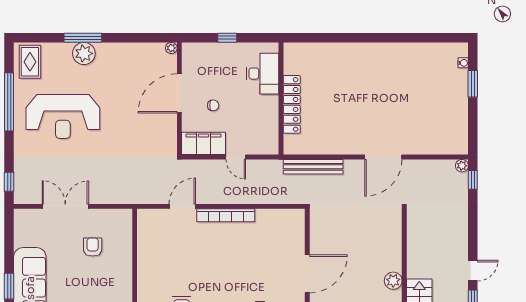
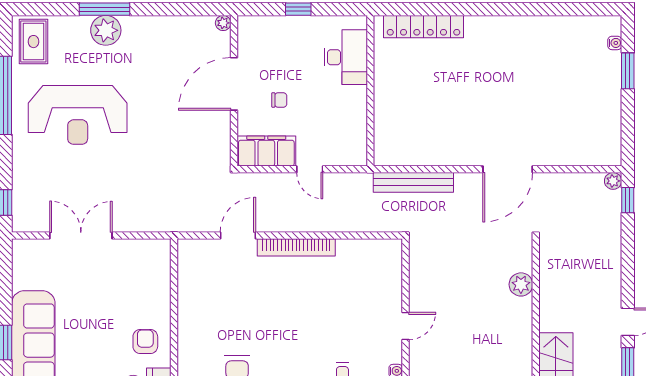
locker: (292, 104) -> (424, 27), moved, turned 90
armchair: (93, 247) -> (145, 342), moved
door: (307, 274) -> (406, 326), width x0.53
plant: (393, 281) -> (521, 284), moved

